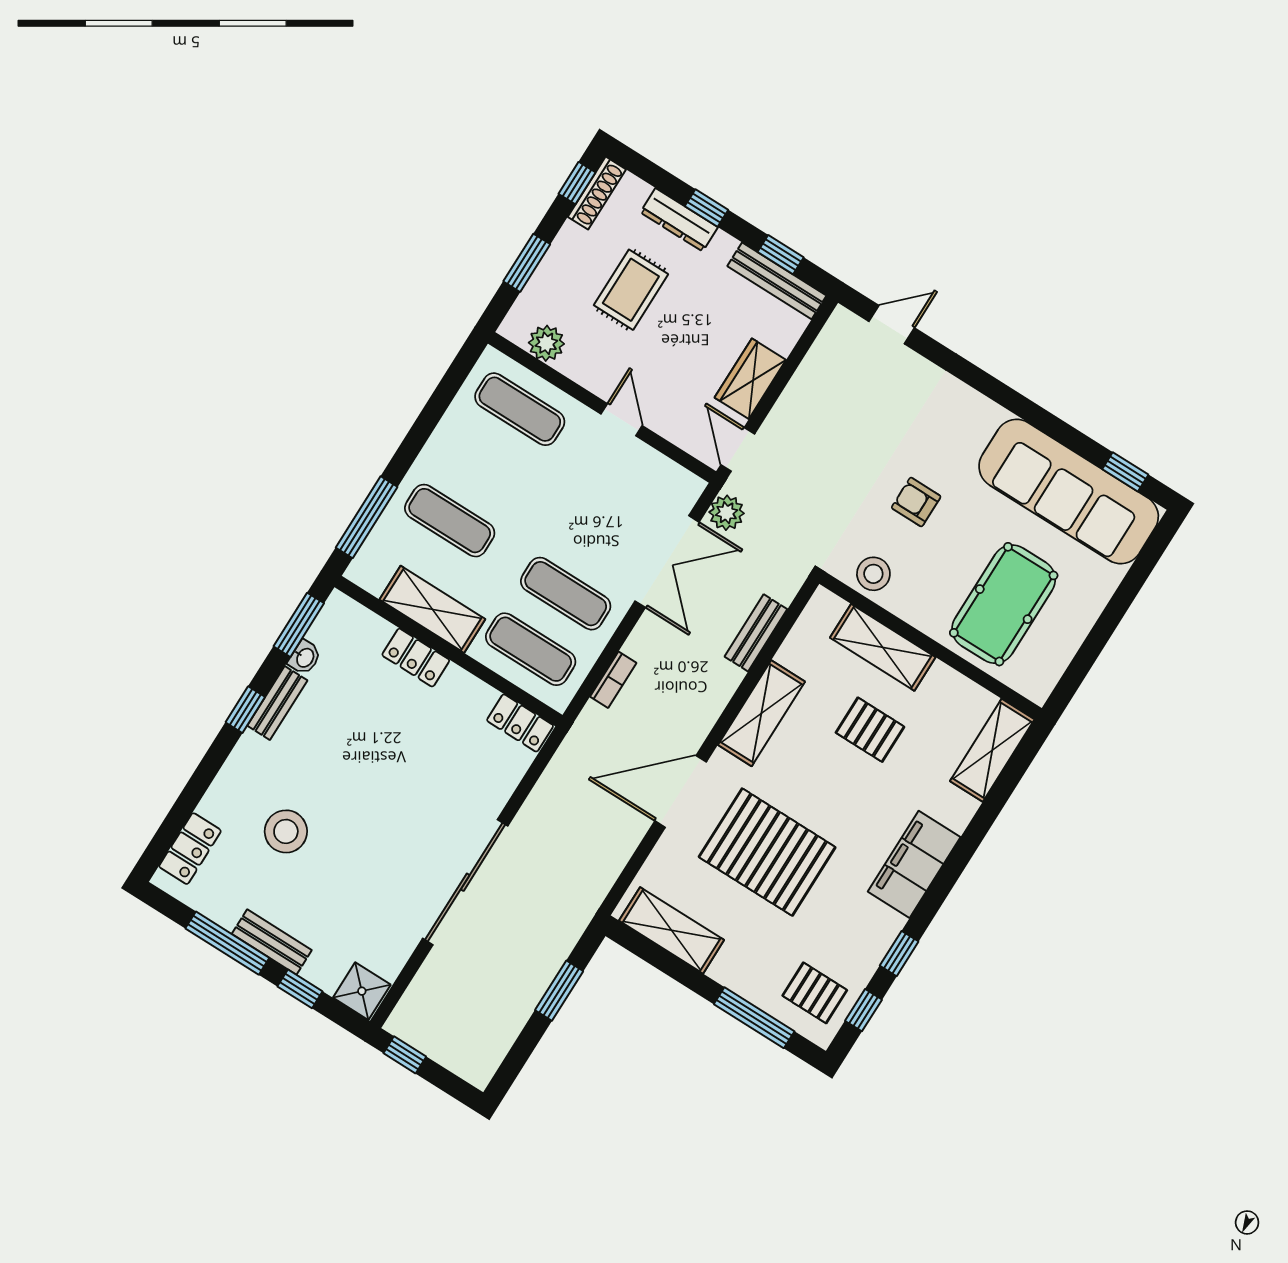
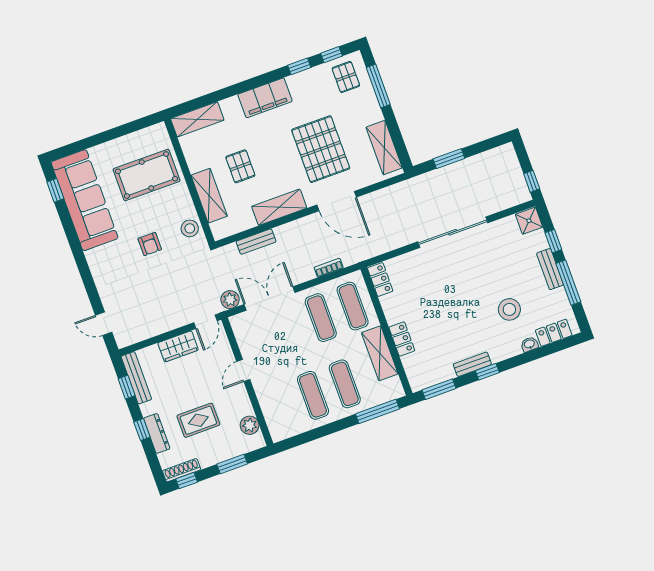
exercise mat: (520, 409) -> (313, 395), moved
washbasin: (305, 657) -> (529, 344), moved

